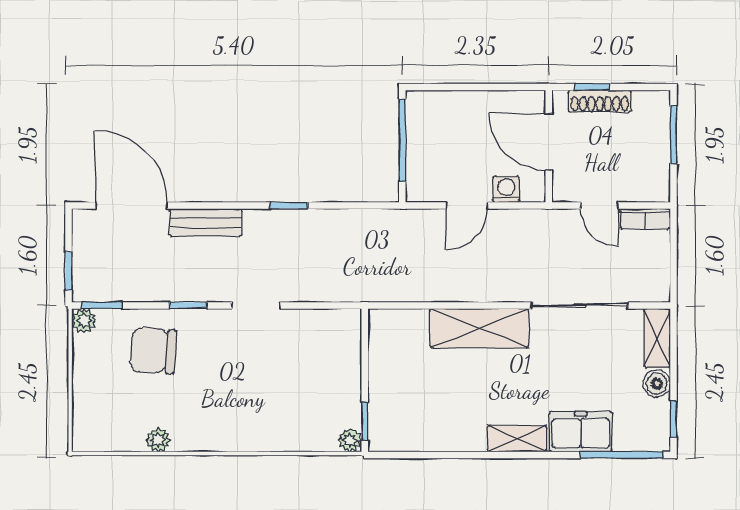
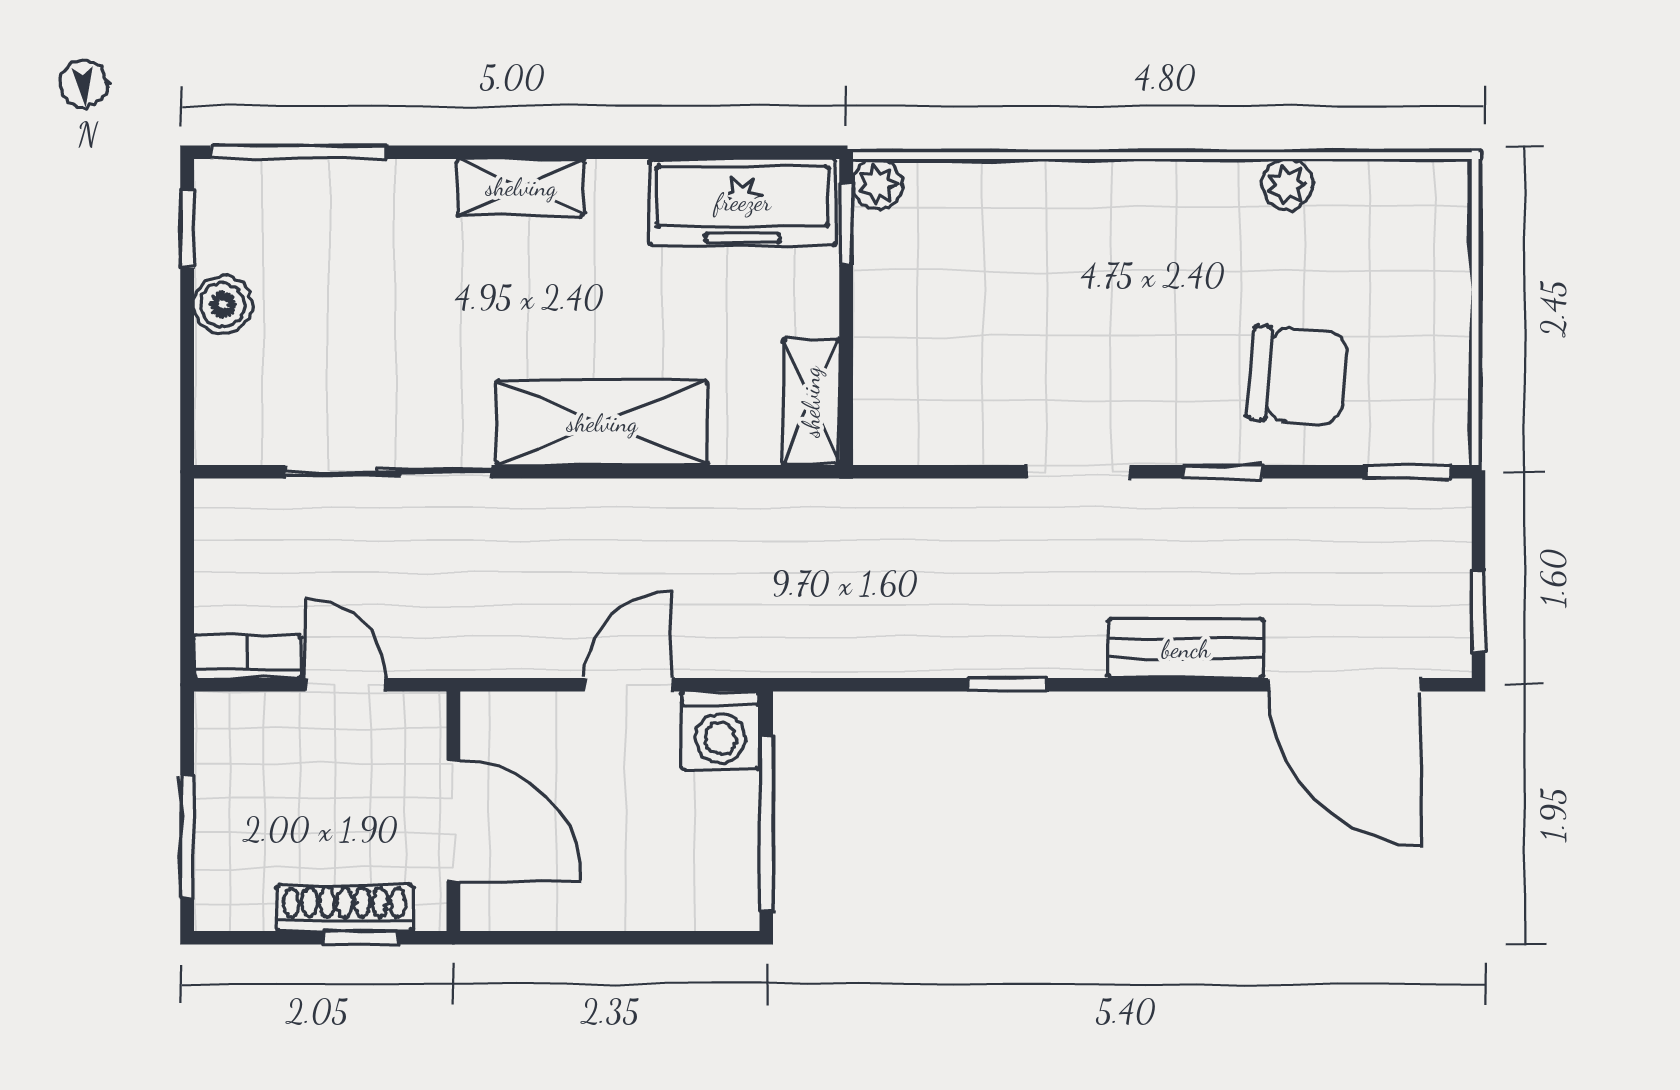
washing machine: (506, 189) -> (720, 731), moved, width x1.38, depth x1.38
window: (69, 271) -> (1478, 611), moved
plant: (84, 321) -> (1446, 439), removed
shelving: (657, 338) -> (811, 402), moved
freezer: (581, 432) -> (743, 202), moved, width x1.40

